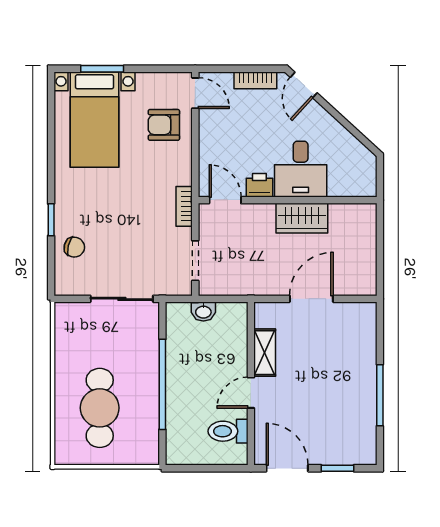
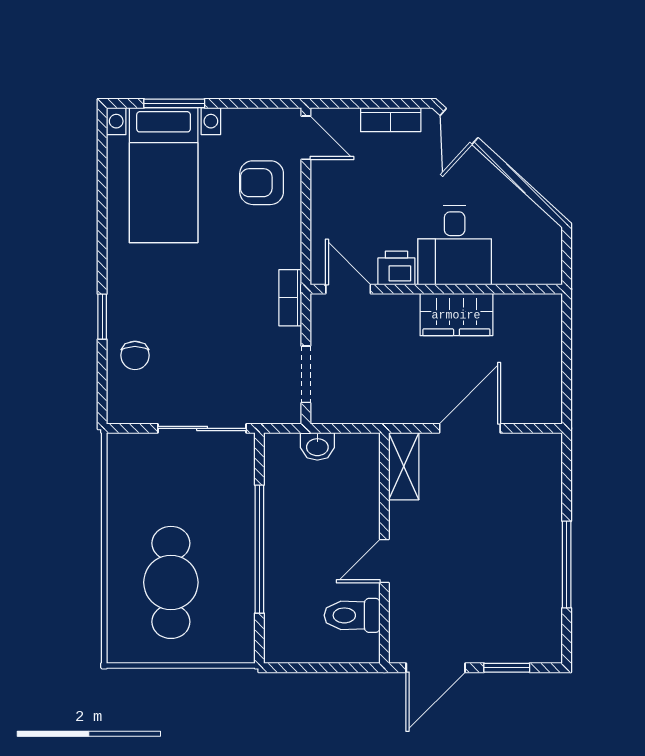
chair: (74, 247) -> (135, 355), turned 76
shelving: (265, 353) -> (404, 466), moved
door: (287, 468) -> (436, 668), swing flipped

